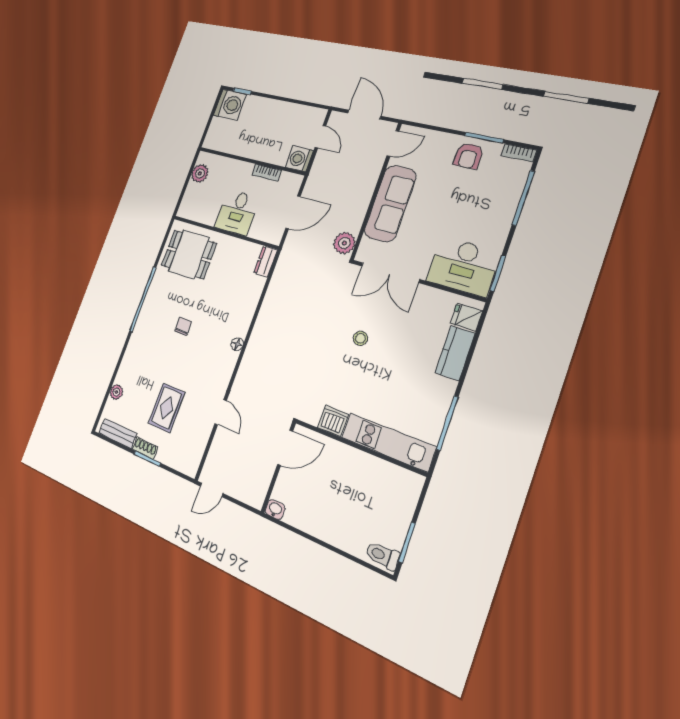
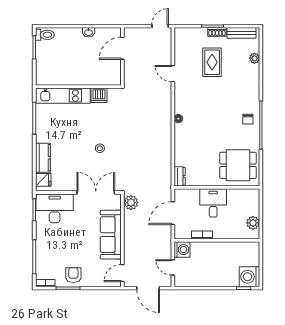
chair: (183, 326) -> (248, 119), moved
door: (285, 448) -> (122, 48), moved
washbasin: (275, 509) -> (89, 32), moved

